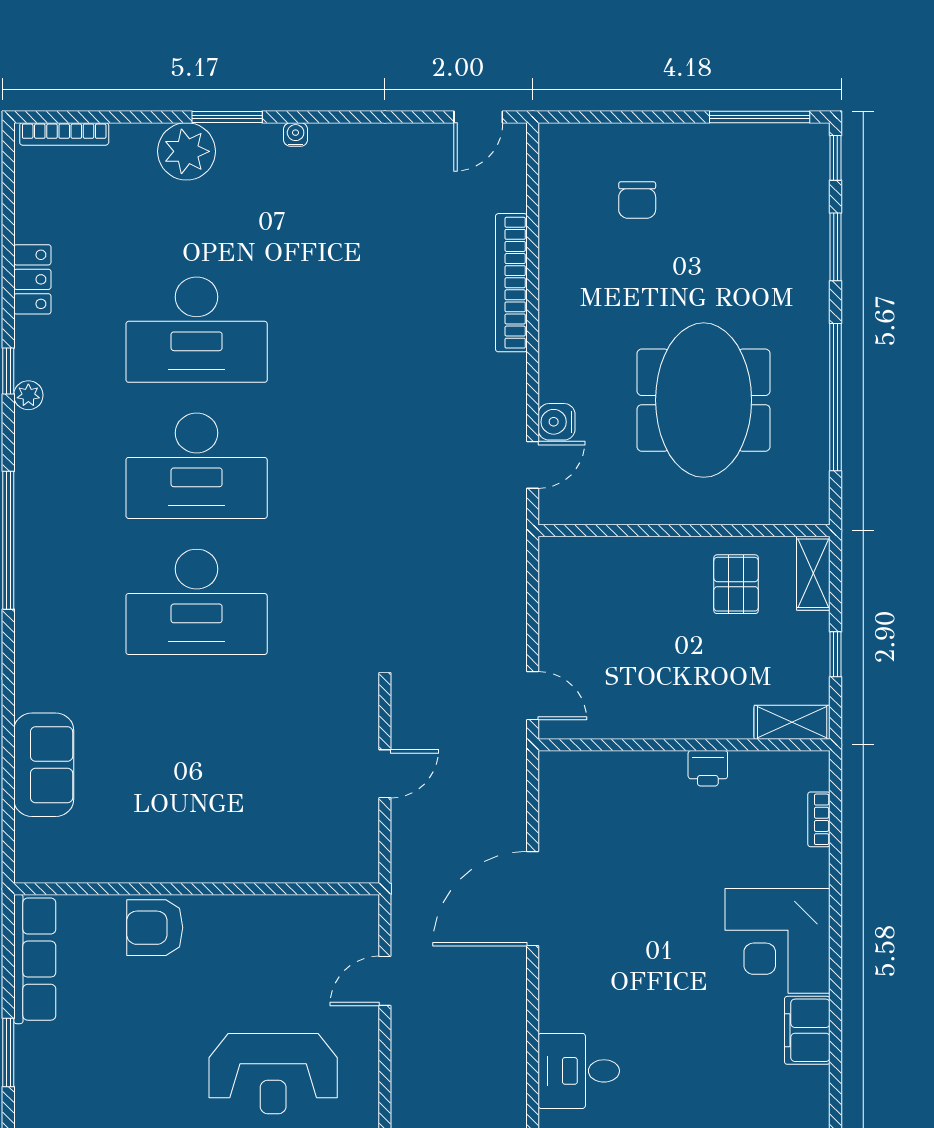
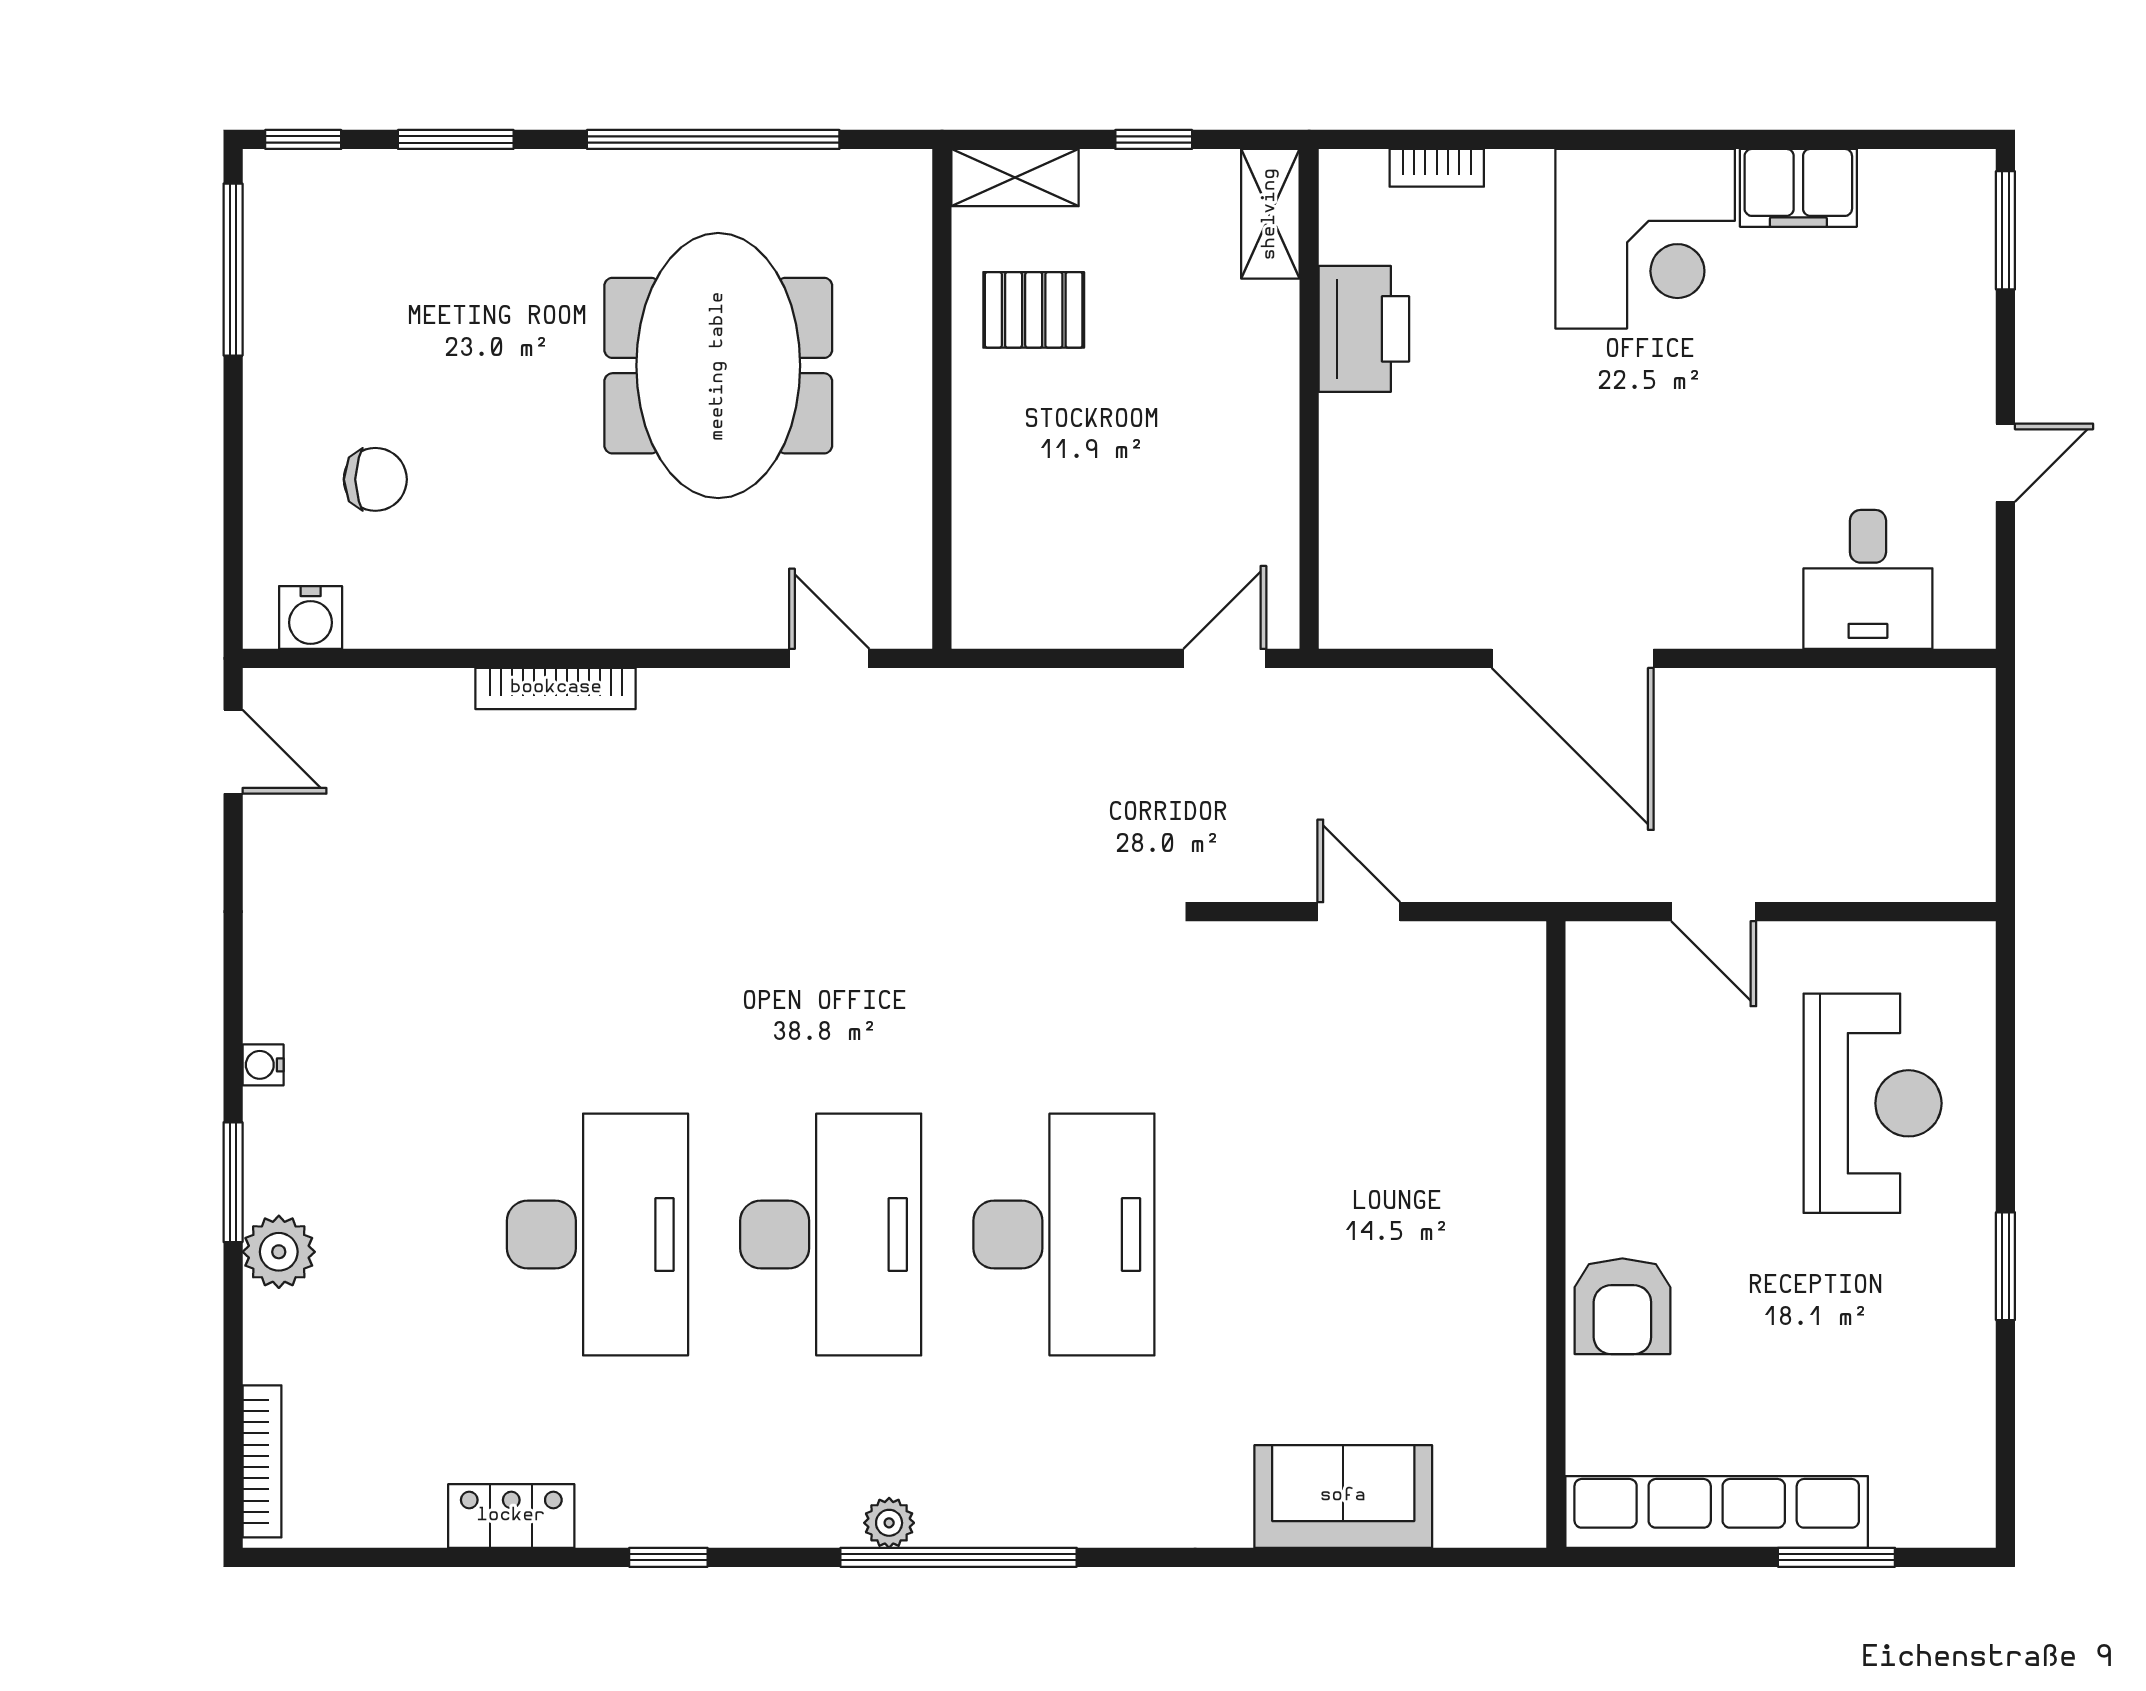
plant: (186, 151) -> (279, 1252), width x0.73, depth x0.73
bookcase: (511, 283) -> (556, 688), width x0.68, depth x0.76
plant: (28, 395) -> (889, 1523), moved
meeting table: (704, 400) -> (718, 366), turned 90
water cooler: (557, 422) -> (311, 617), moved
printer: (708, 768) -> (1364, 329), width x1.87, depth x1.48
row of seats: (35, 959) -> (1717, 1512), width x1.36

